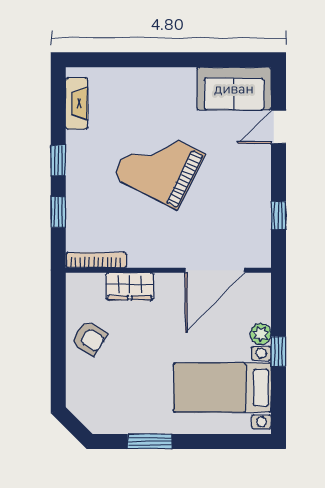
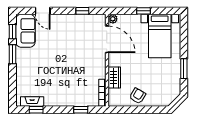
window: (182, 60) -> (12, 54), added
window: (232, 60) -> (12, 32), added
window: (58, 160) -> (36, 110), moved
grand piano: (159, 166) -> (60, 65), removed
plant: (261, 334) -> (113, 19), moved

